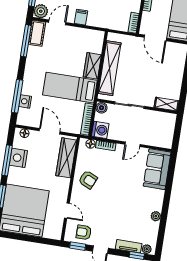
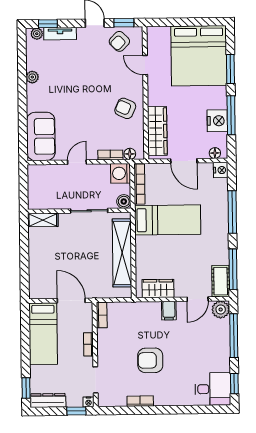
wardrobe: (92, 66) -> (158, 288), moved, turned -90
window: (17, 96) -> (232, 212), moved
nightstand: (25, 101) -> (221, 170), moved
armchair: (84, 232) -> (119, 41), turned 135

